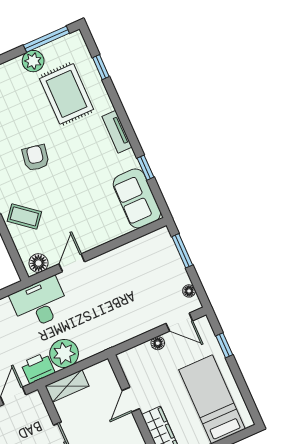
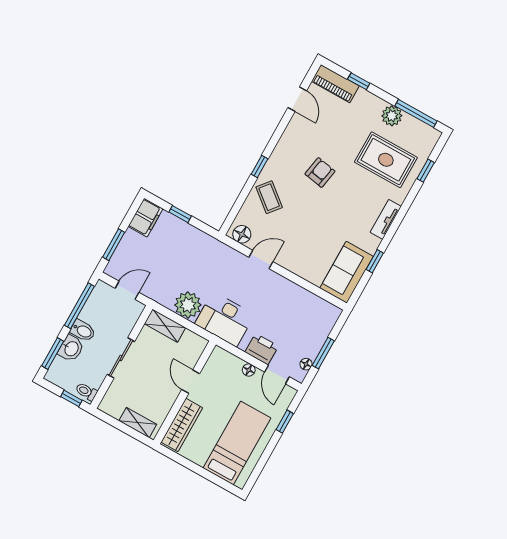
rug: (67, 94) -> (386, 160), turned 90
window: (182, 251) -> (323, 353), moved
desk: (40, 303) -> (225, 319), moved, turned 180
printer: (38, 368) -> (262, 349), moved
door: (131, 400) -> (191, 382), hinge flipped

